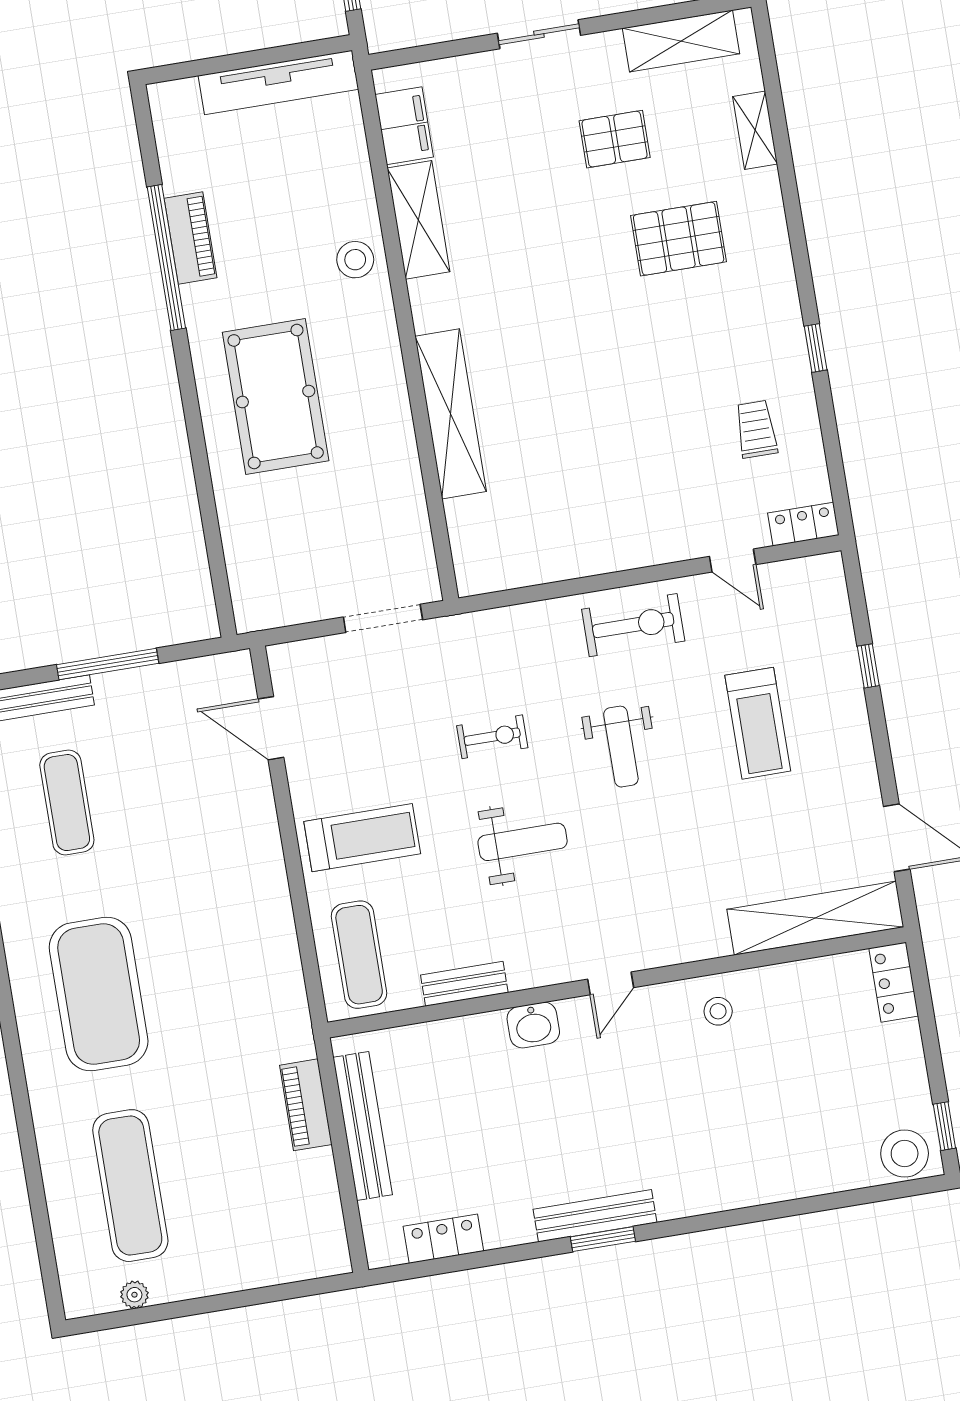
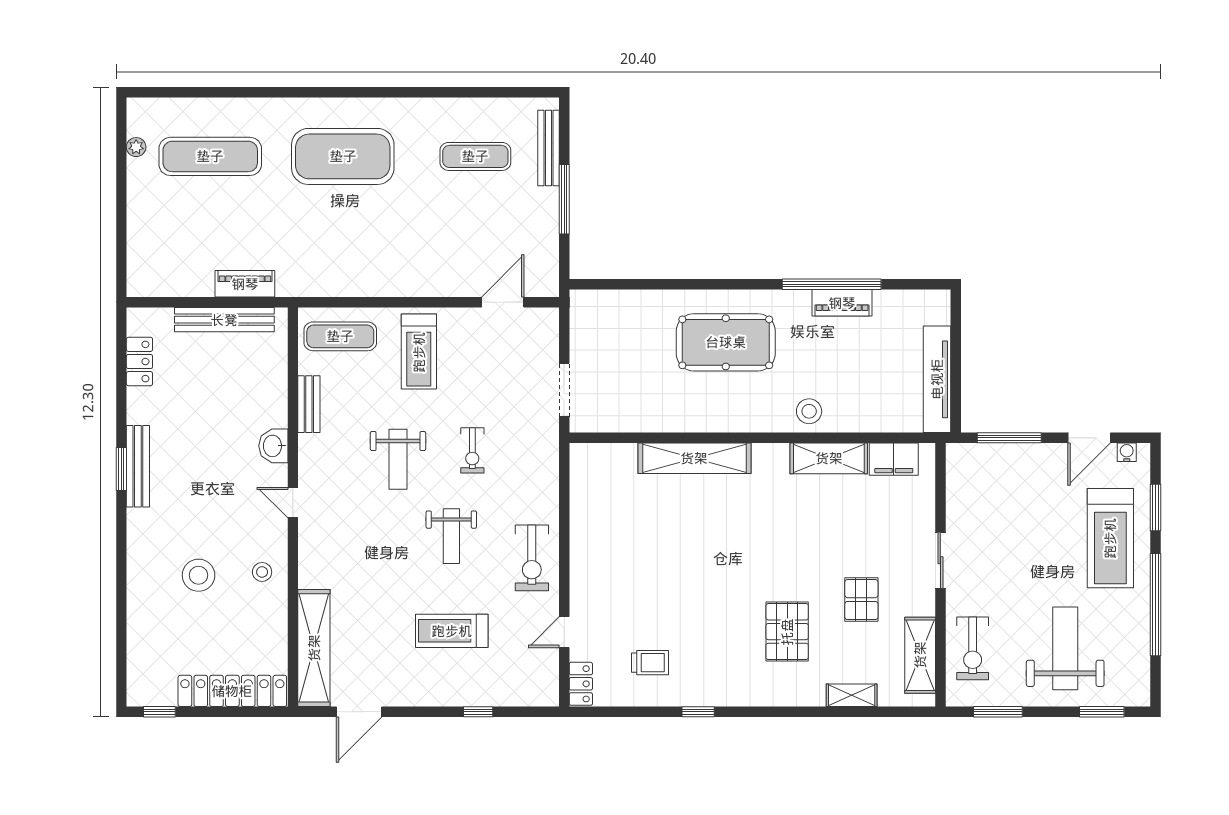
weight bench: (621, 747) -> (451, 536), turned -90
locker: (894, 982) -> (232, 691), width x2.16, depth x1.21
stool: (905, 1154) -> (199, 575), moved

